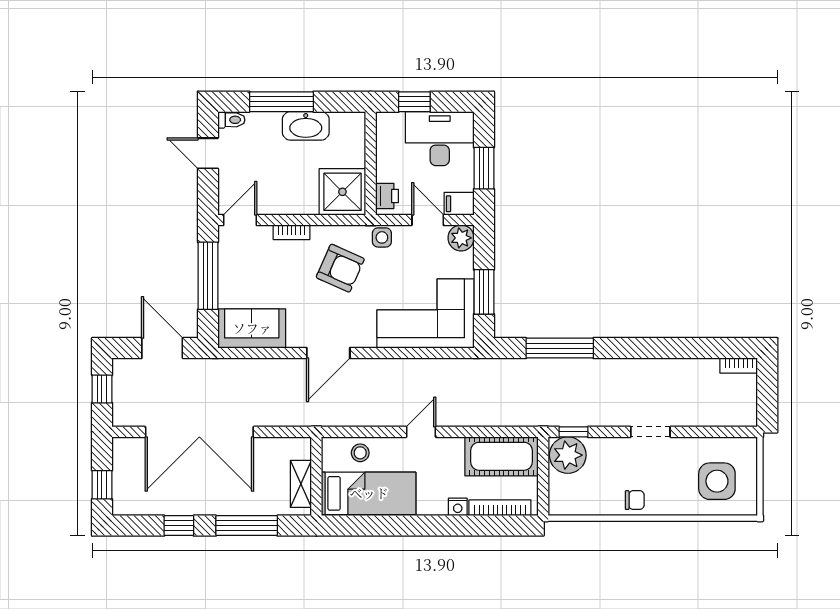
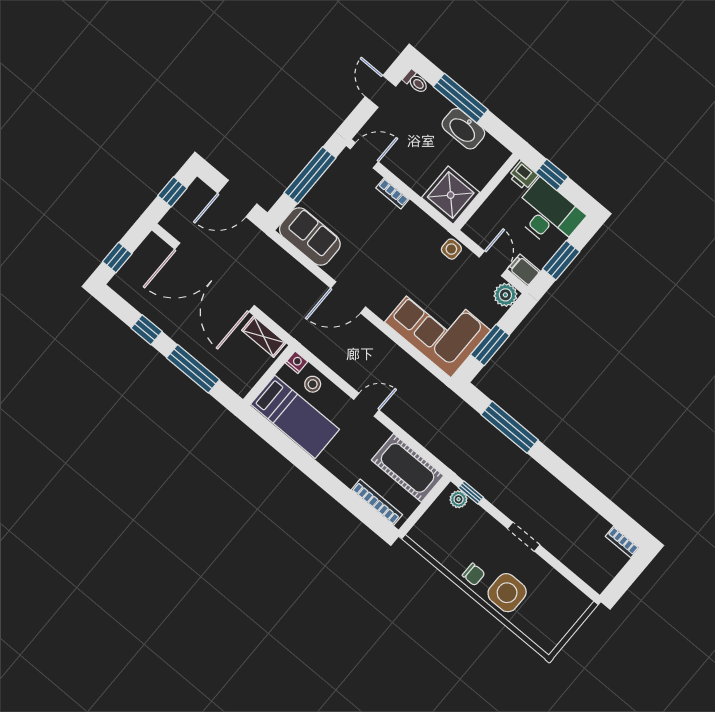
printer: (387, 196) -> (523, 176), moved, turned 90
armchair: (340, 268) -> (405, 246), removed
door: (162, 348) -> (237, 199), swing flipped
plant: (568, 455) -> (459, 499), width x0.53, depth x0.53
side table: (717, 481) -> (507, 593), moved
shelving: (301, 484) -> (264, 337), moved, turned 90
nightstand: (458, 507) -> (297, 362), moved, turned 180

